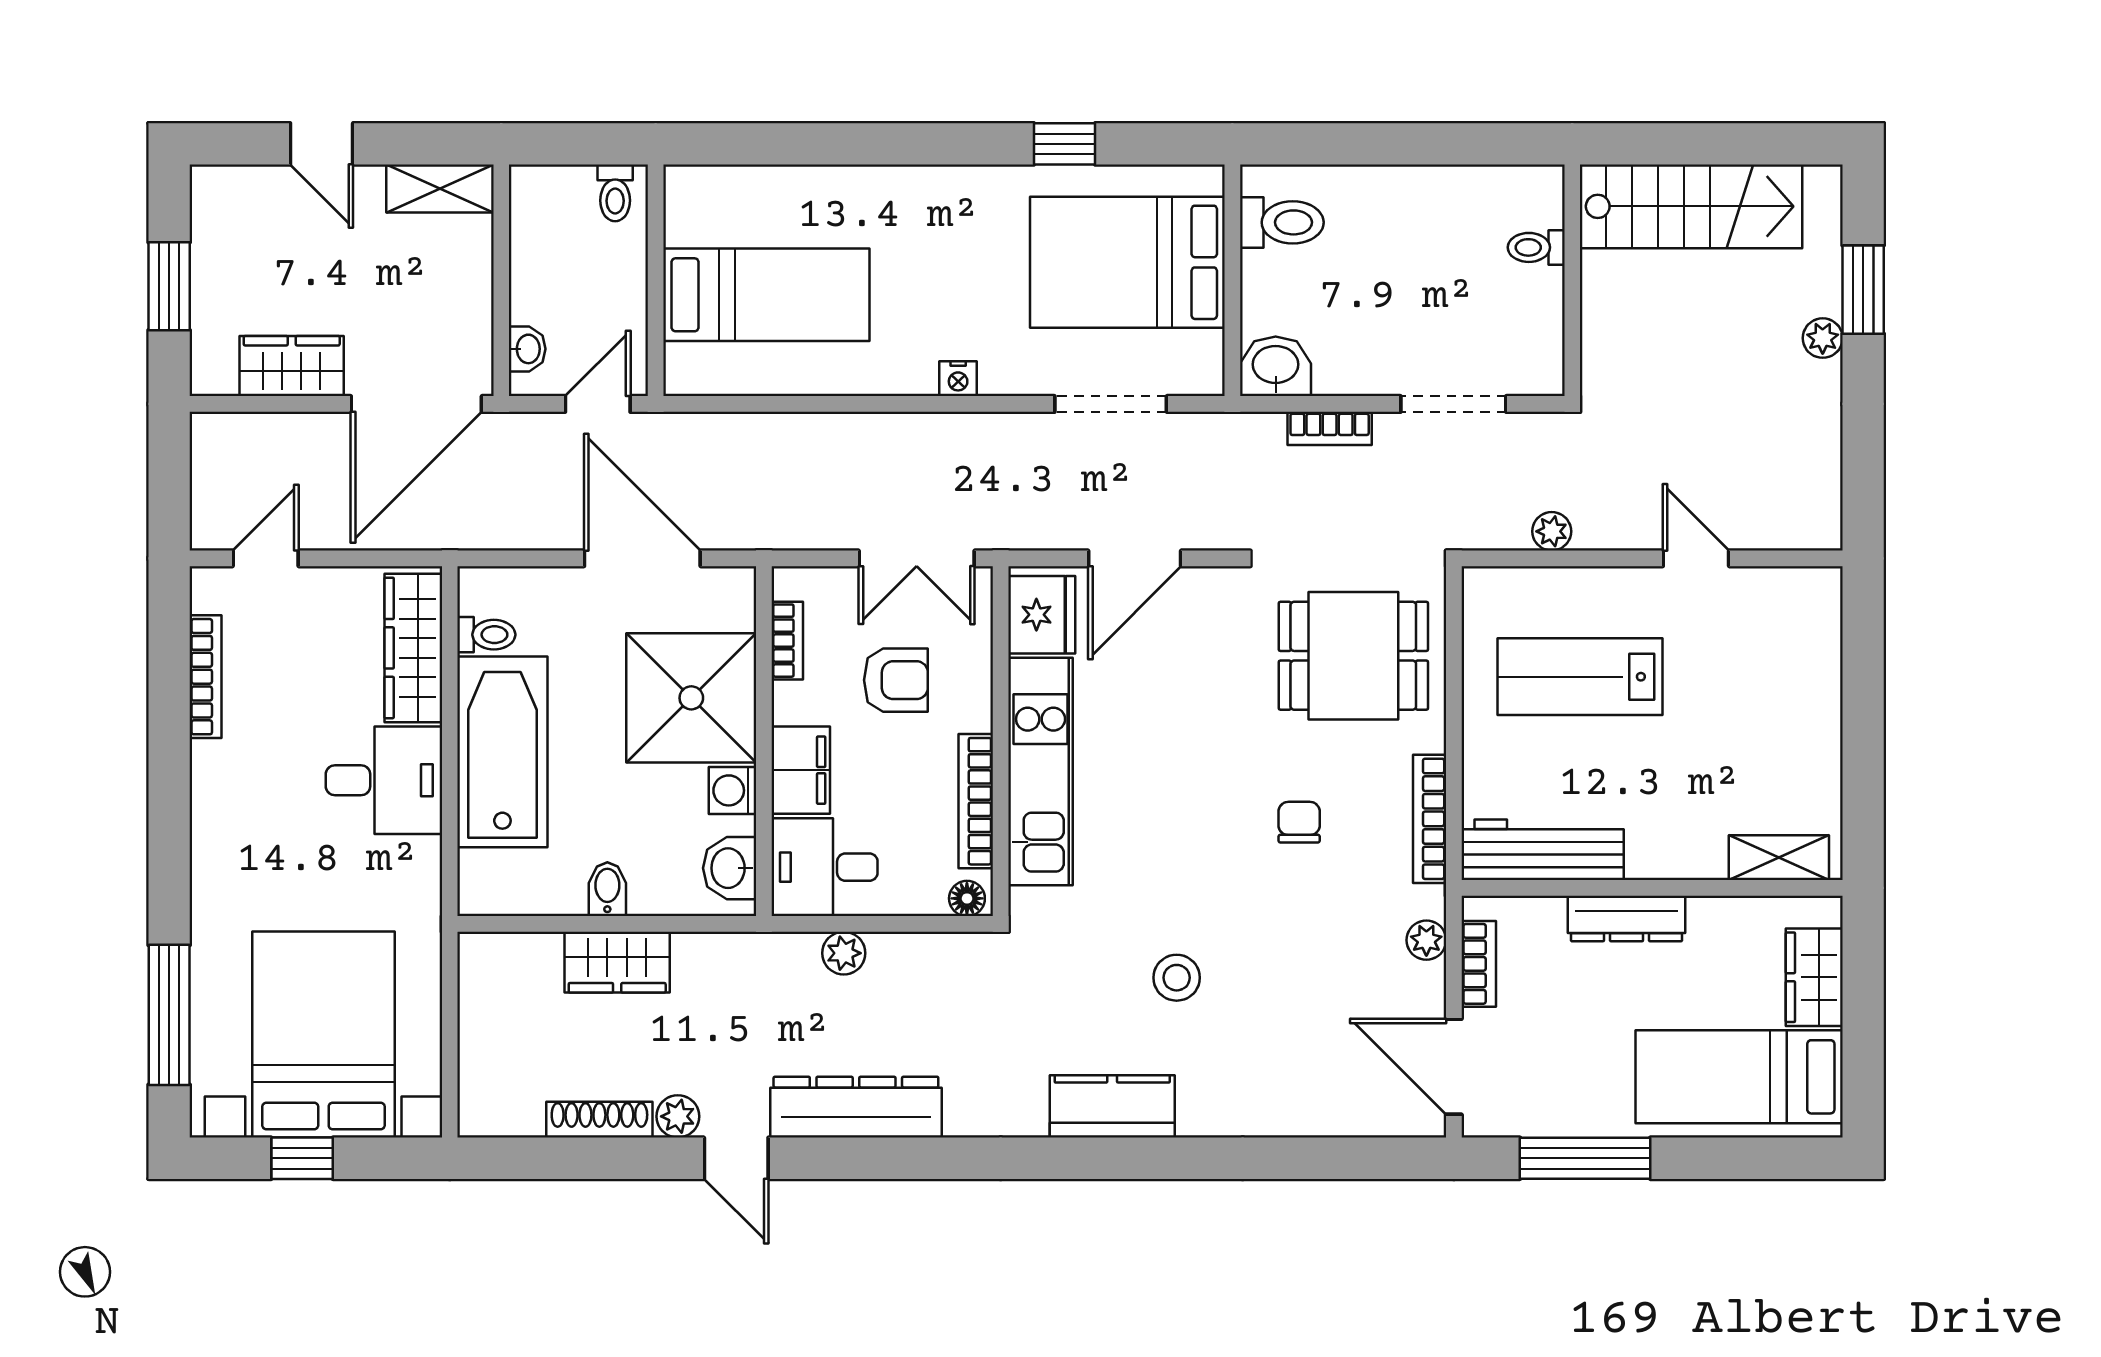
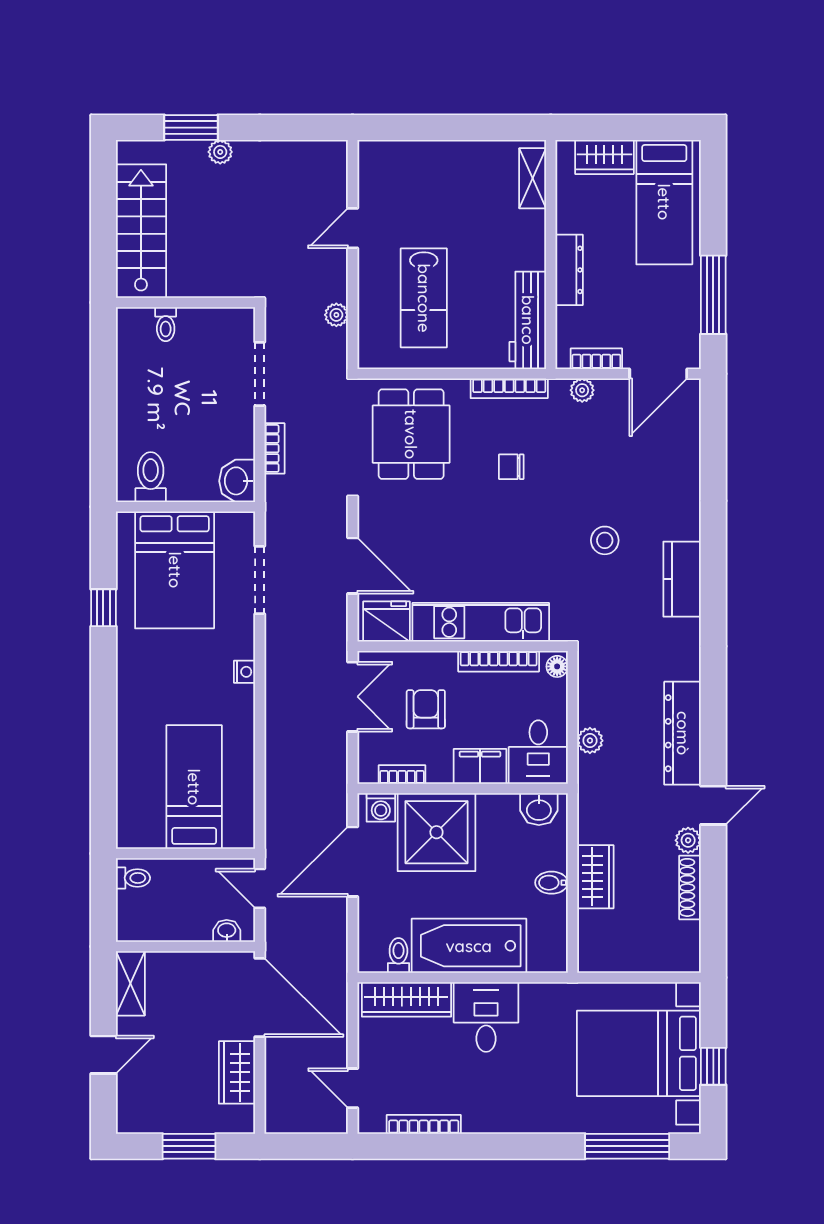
washing machine: (732, 790) -> (381, 807), moved

